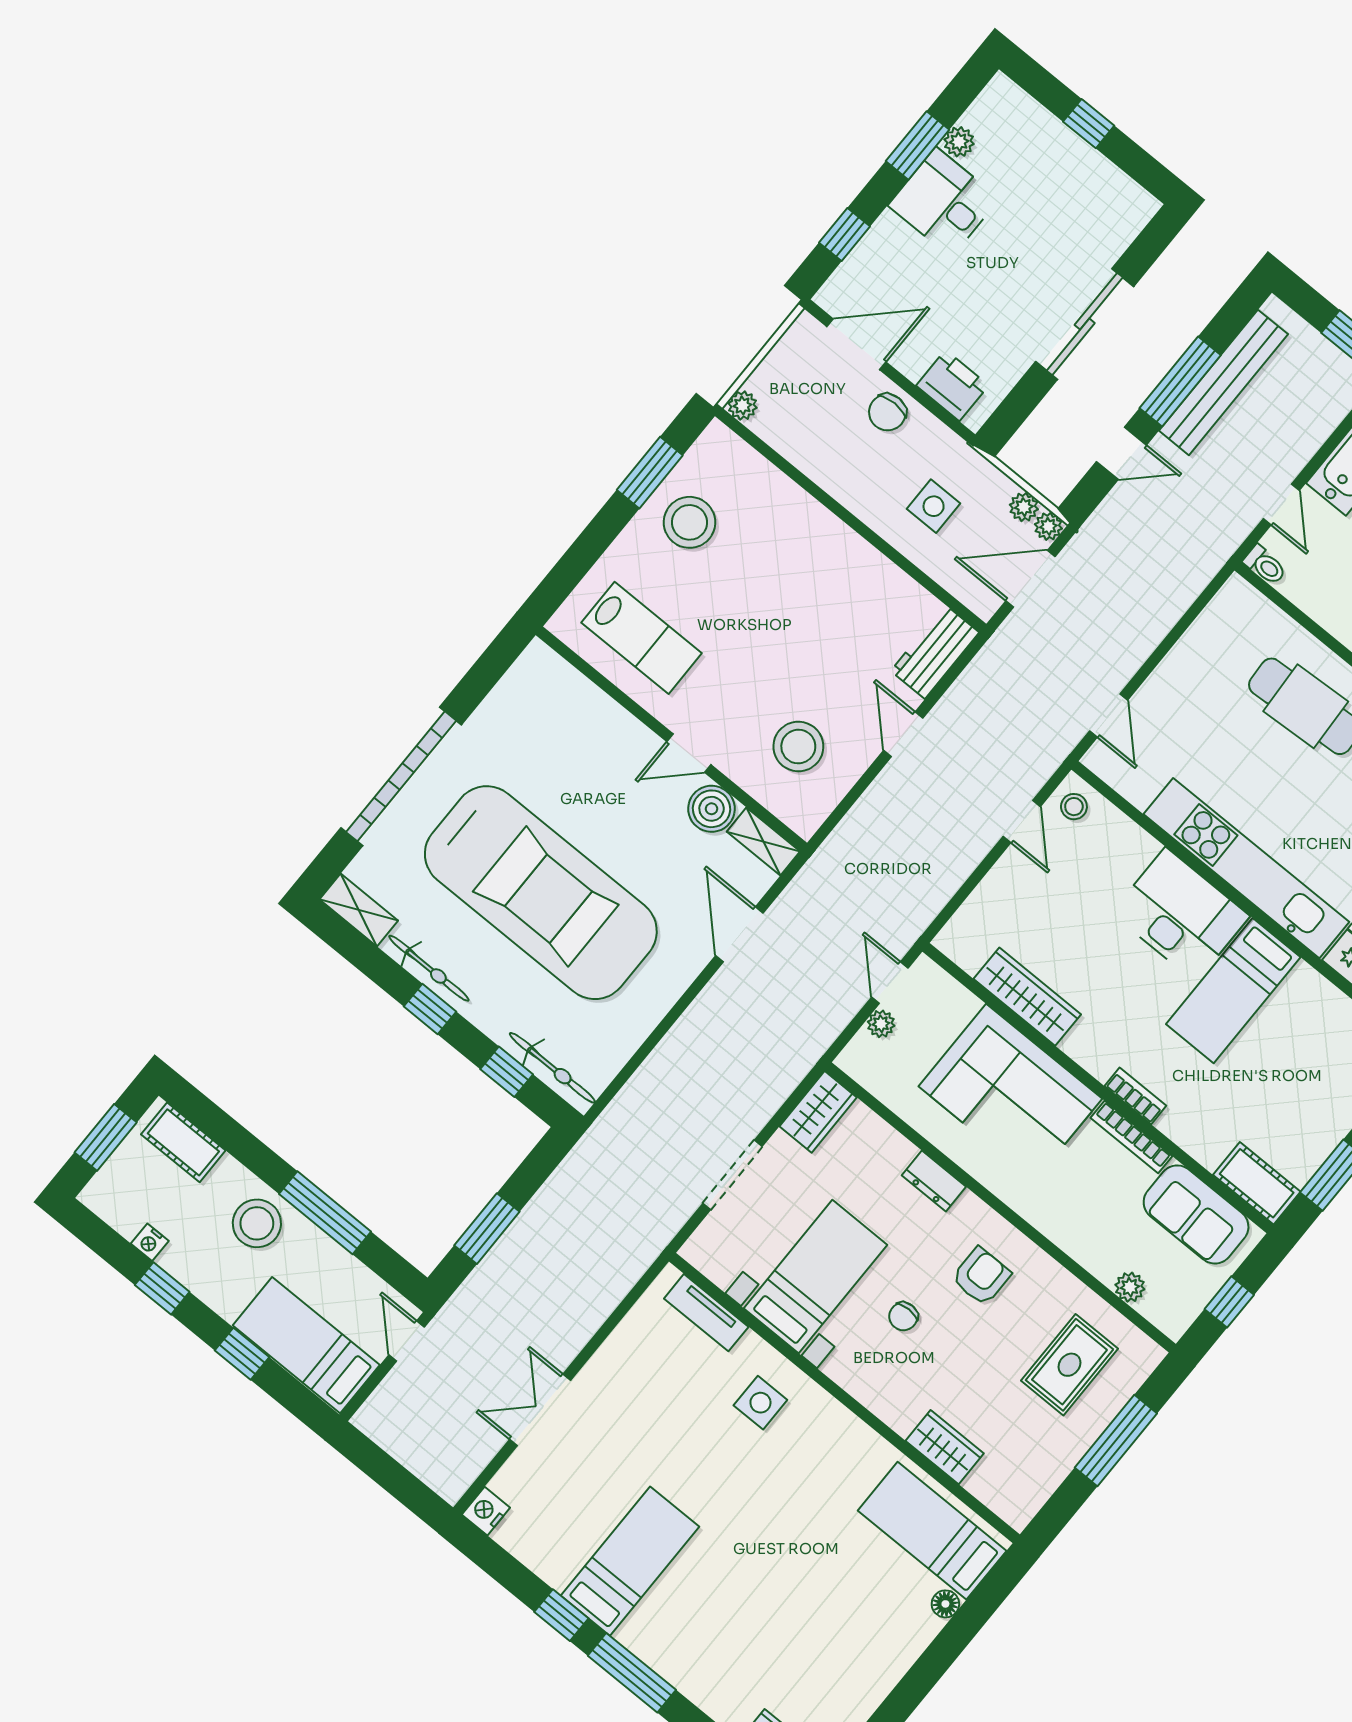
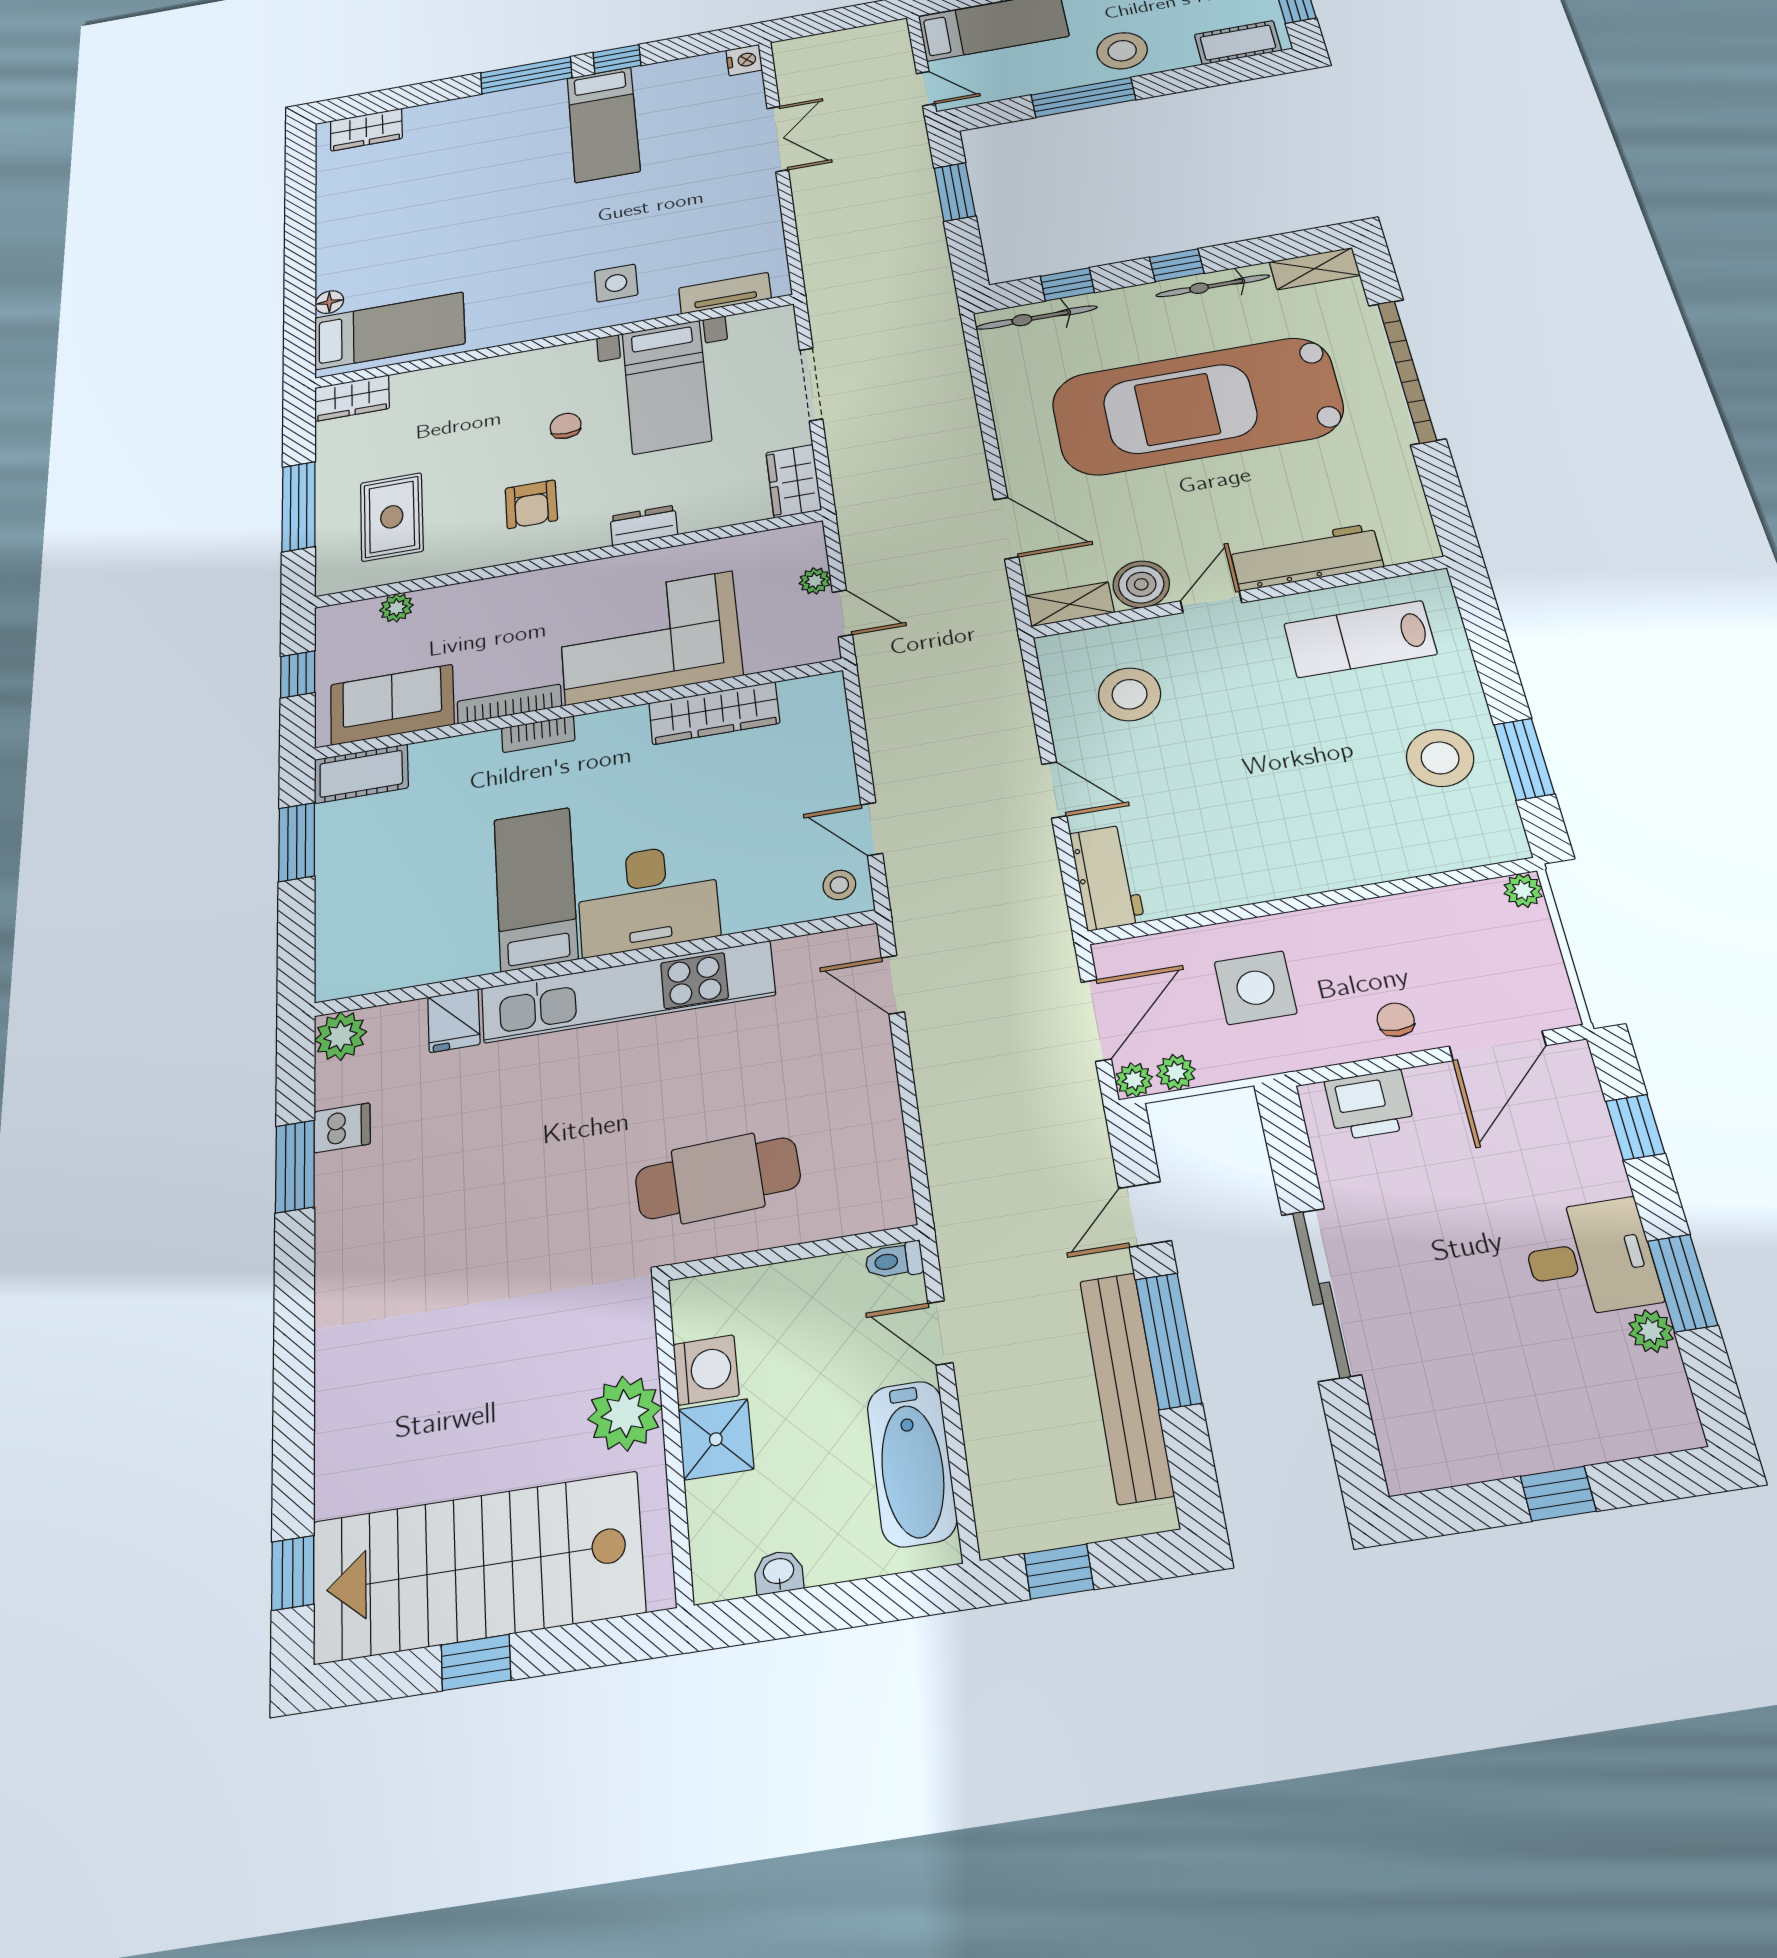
chair: (887, 412) -> (1396, 1020), width x0.73, depth x0.73
side table: (934, 506) -> (1255, 988), width x1.37, depth x1.37
workbench: (606, 721) -> (1306, 557), added
wardrobe: (945, 1447) -> (352, 398), moved

